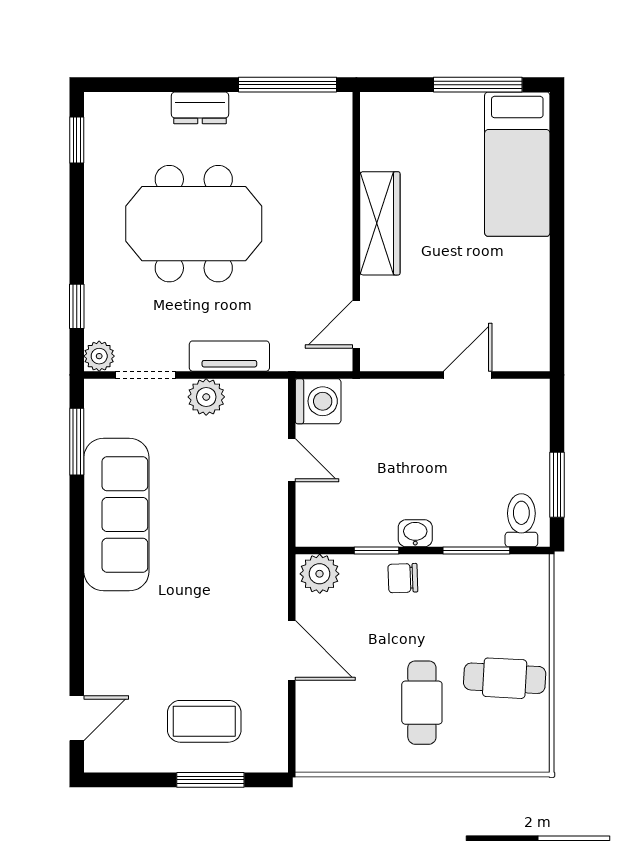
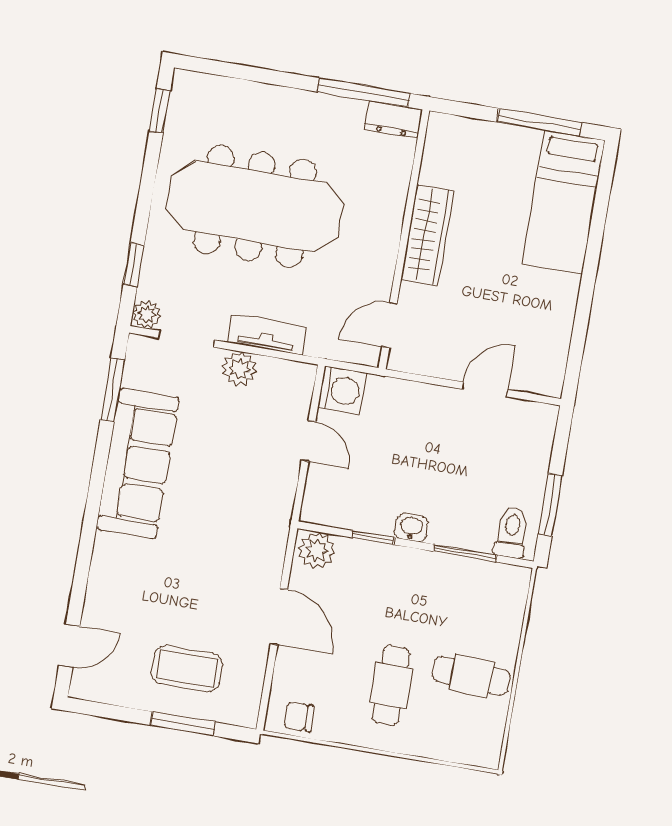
dresser: (200, 108) -> (393, 120), moved
meeting table: (194, 224) -> (255, 206), width x1.36
chair: (403, 578) -> (299, 717), moved

